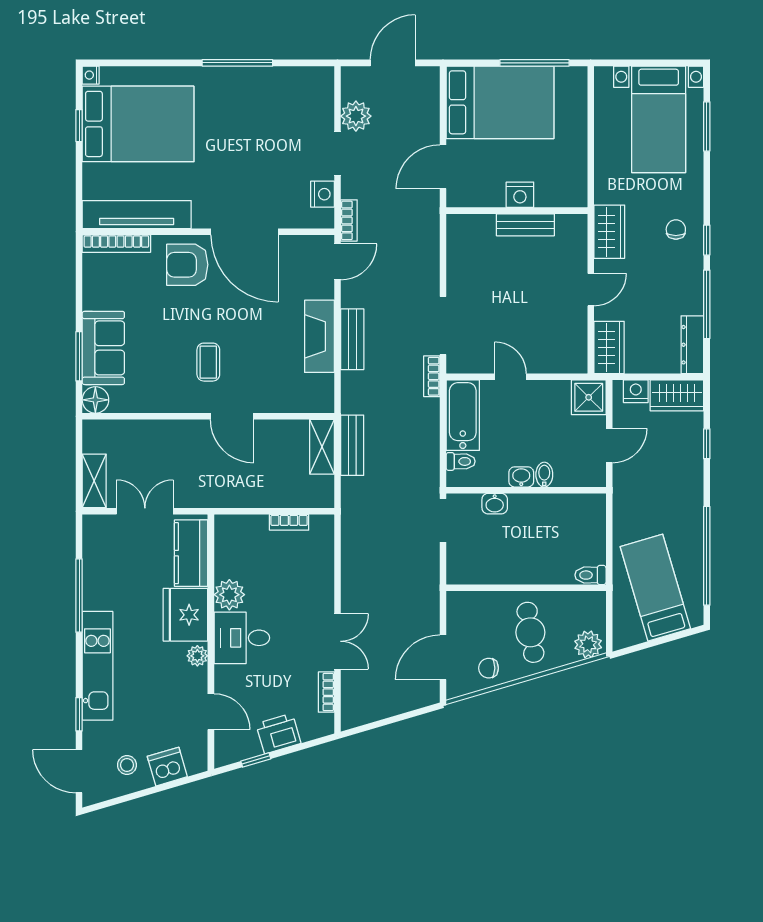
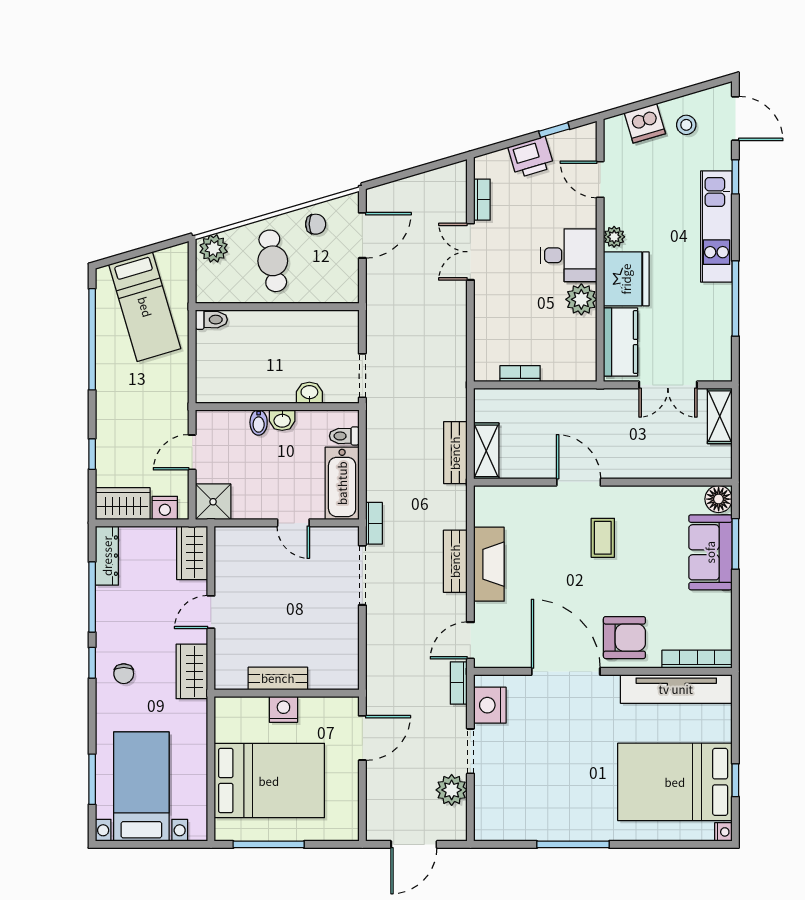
bed: (500, 102) -> (269, 781), moved, turned 180
nightstand: (322, 194) -> (490, 705), width x1.36, depth x1.33

